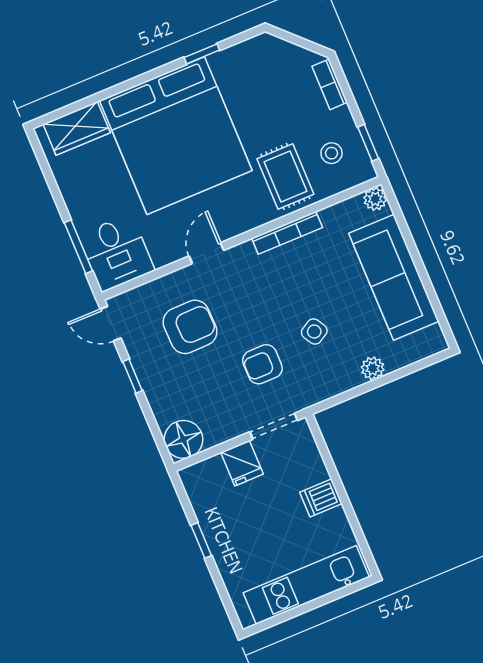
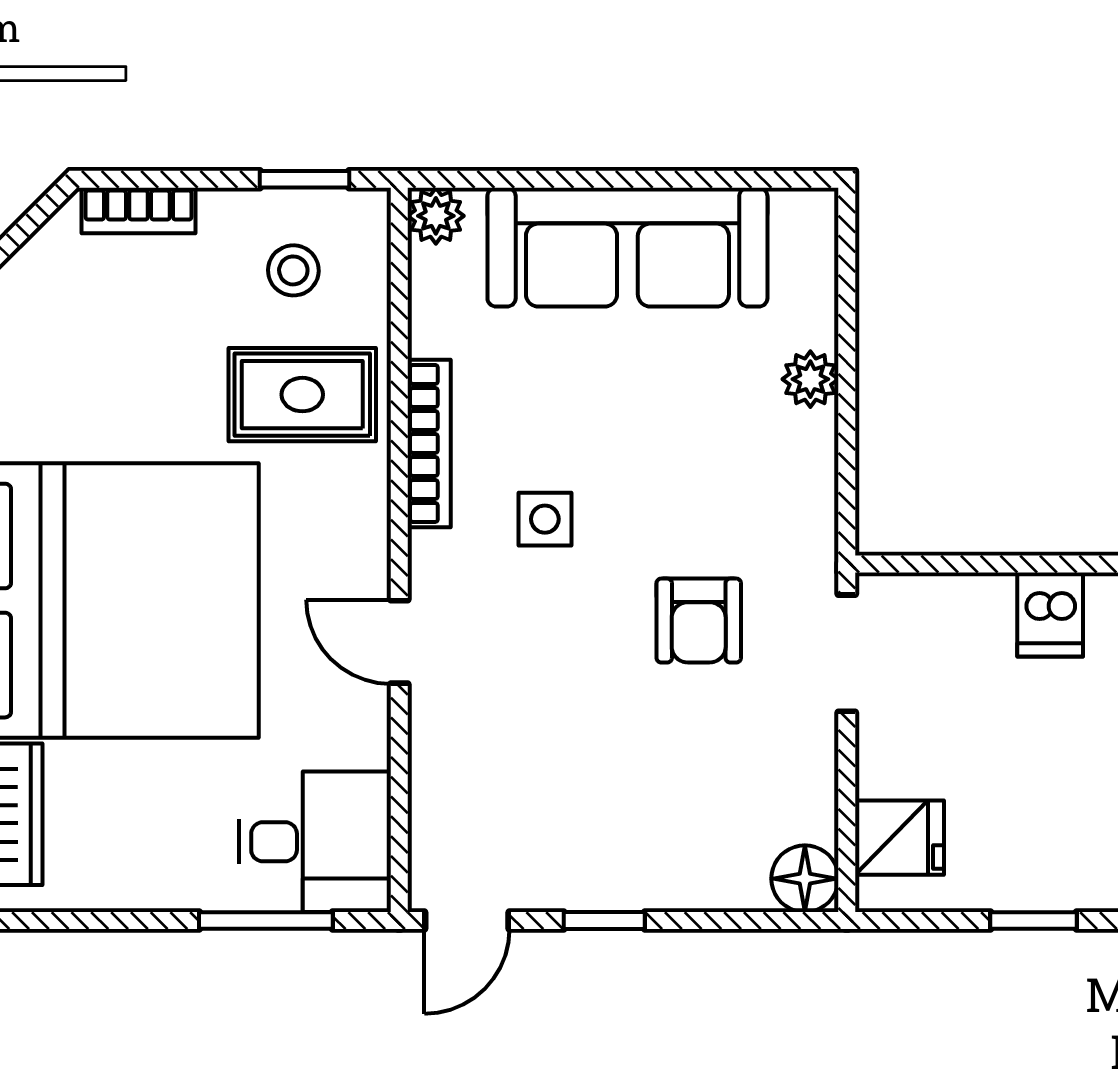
armchair: (190, 327) -> (548, 747), removed
side table: (314, 332) -> (545, 519), moved, turned 30
floor lamp: (183, 439) -> (805, 879), width x0.73, depth x0.73
fridge: (242, 463) -> (900, 838), moved

